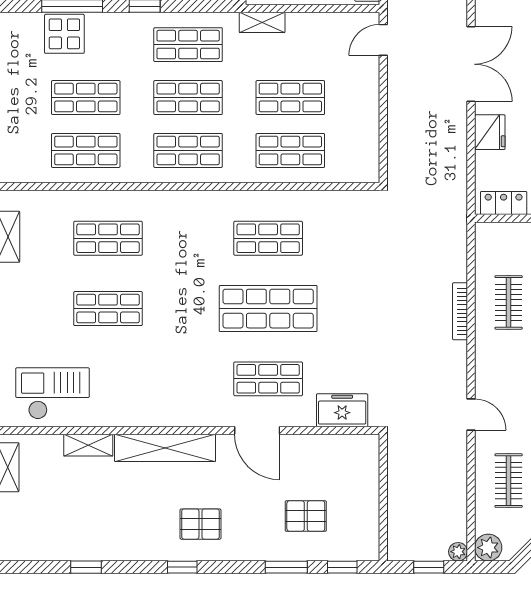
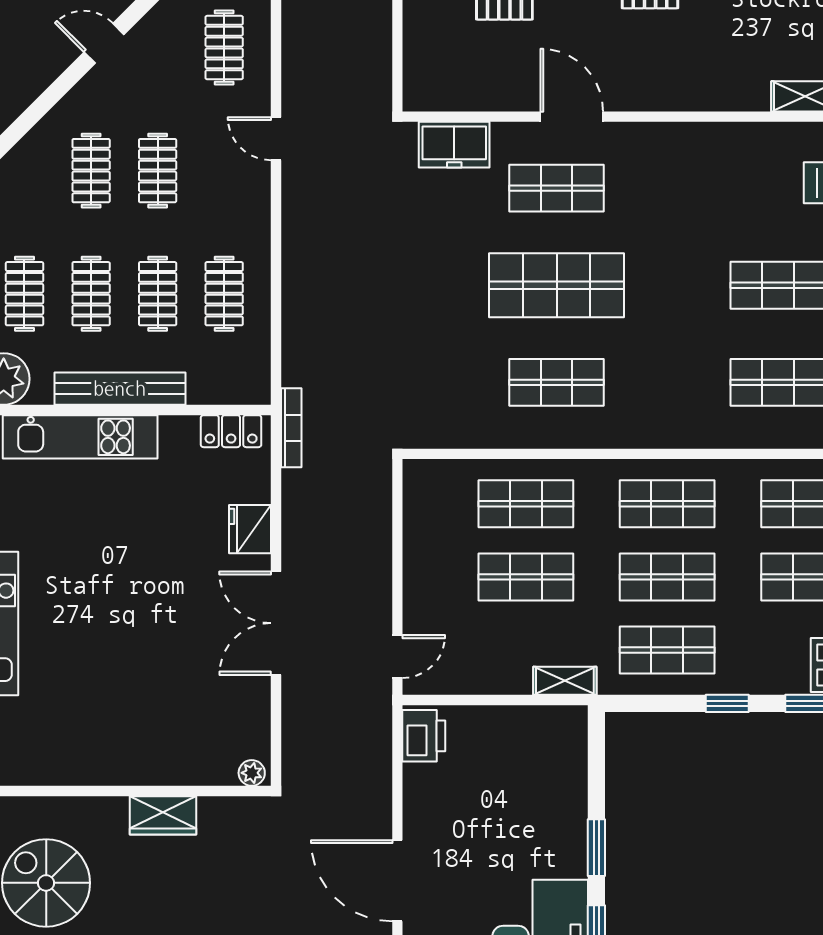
bookcase: (460, 311) -> (291, 428), moved
shelving: (165, 448) -> (699, 93), removed

